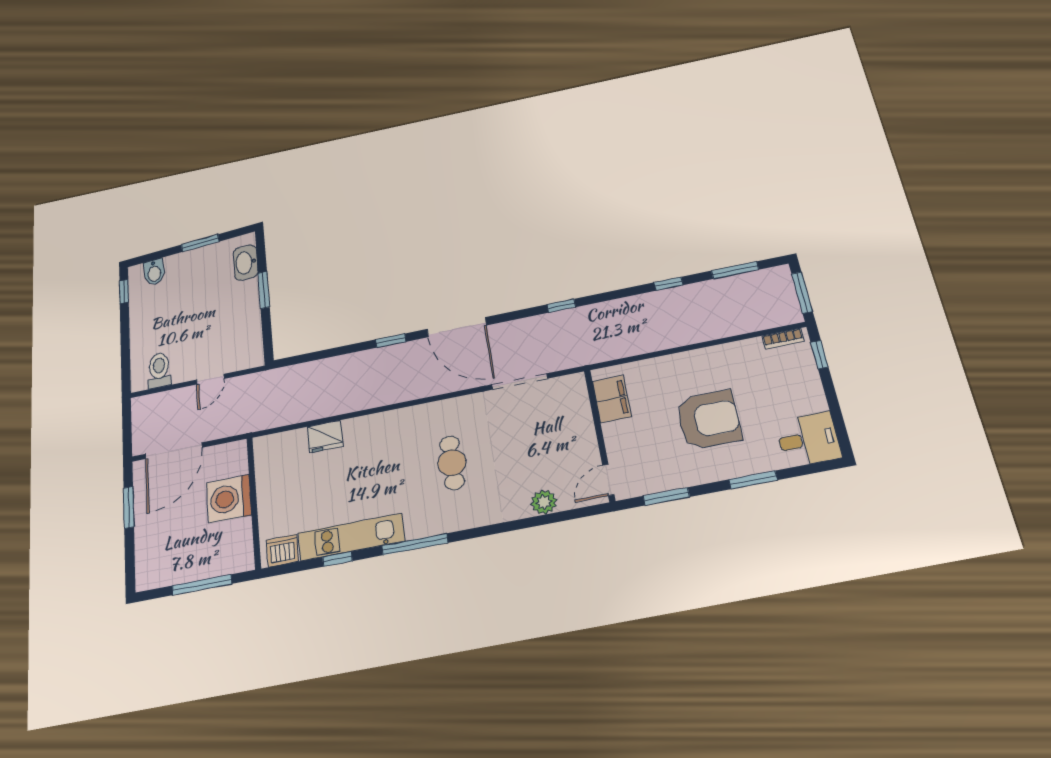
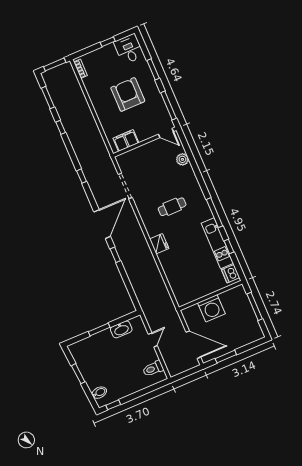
washbasin: (246, 262) -> (121, 329), moved
window: (819, 355) -> (108, 42), moved
door: (210, 379) -> (153, 340), hinge flipped
fridge: (325, 437) -> (159, 244), moved
window: (666, 496) -> (169, 106), width x1.44

